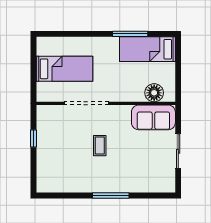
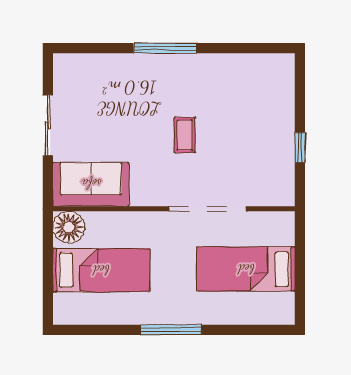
window: (130, 34) -> (171, 330), moved
bed: (148, 49) -> (101, 270), moved
floor lamp: (154, 93) -> (69, 227), moved

